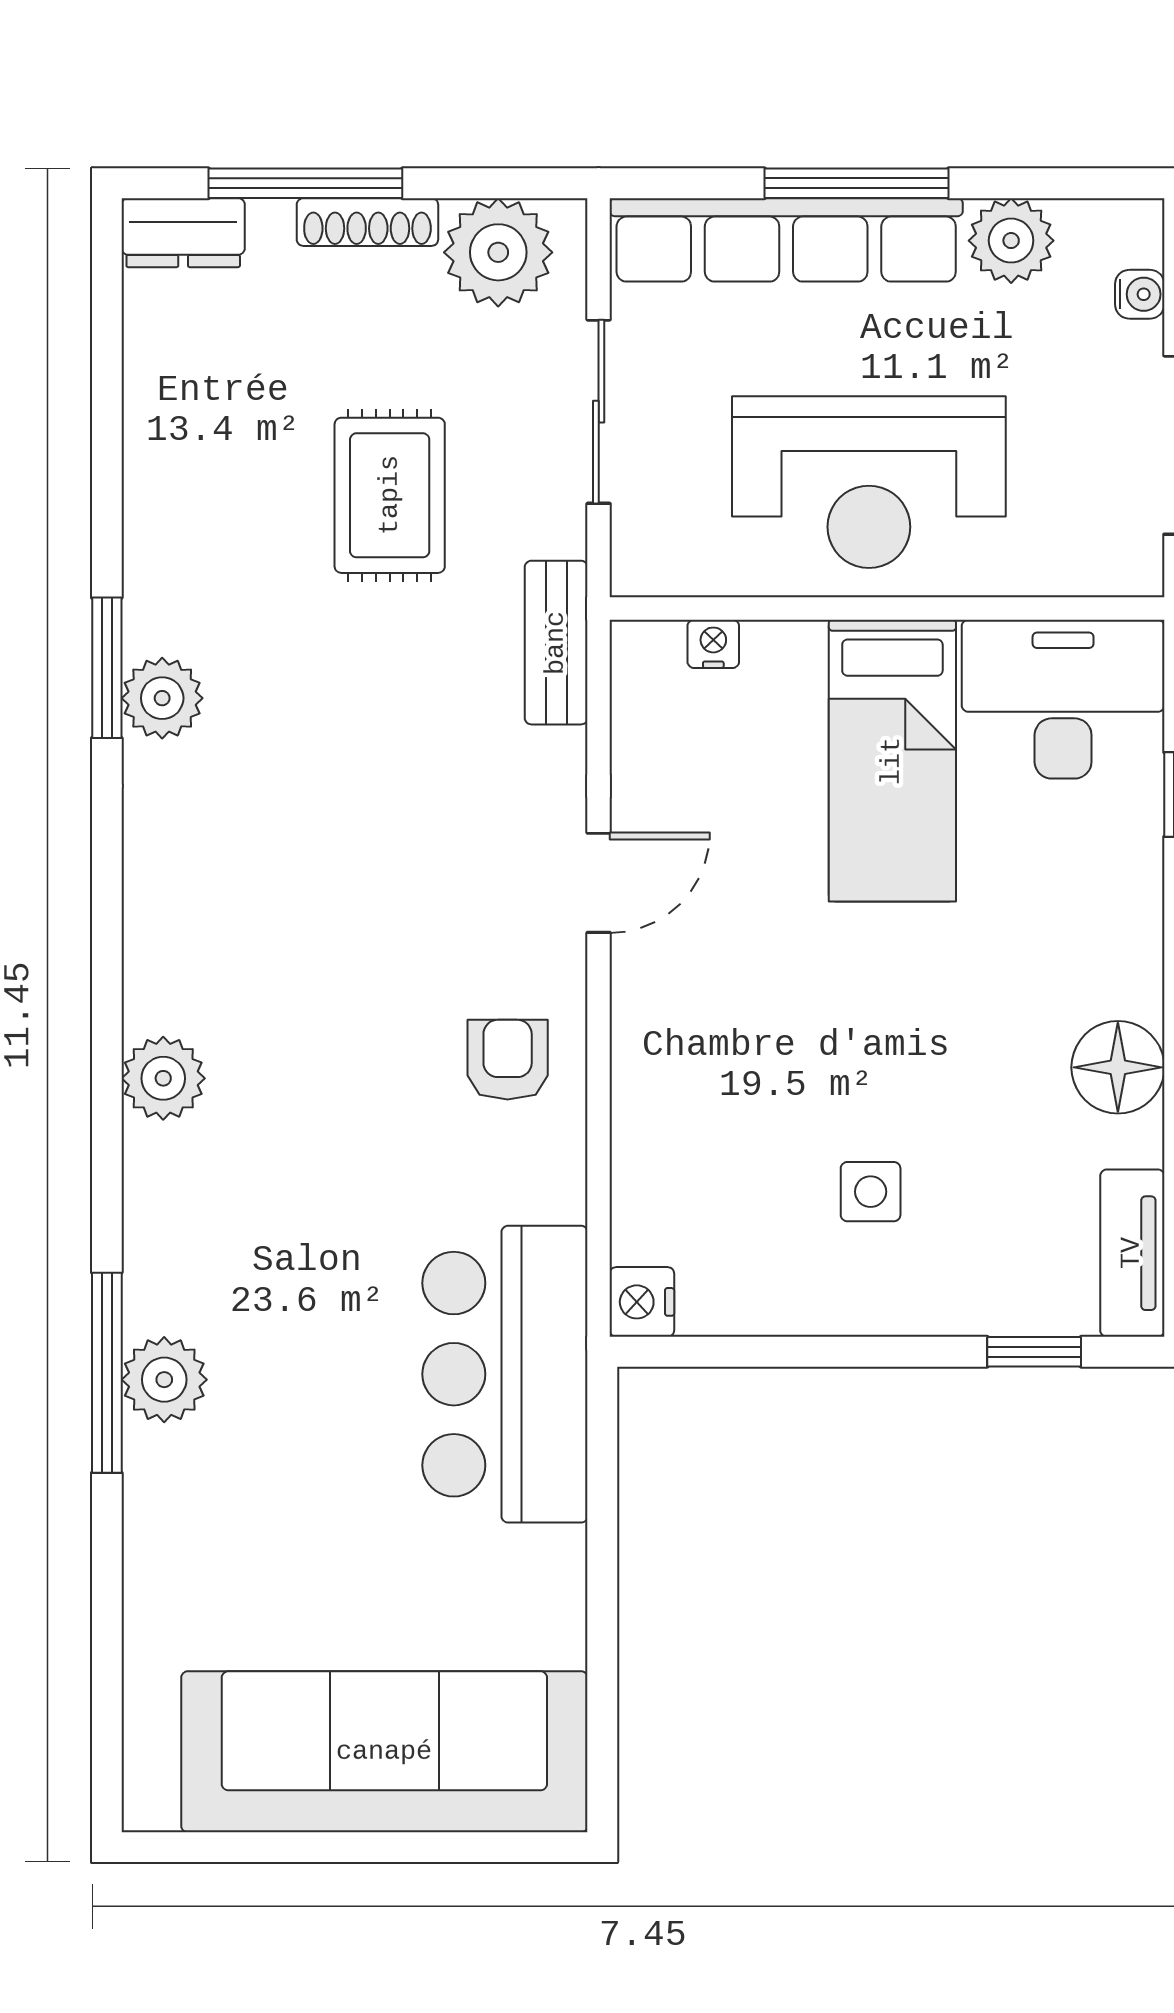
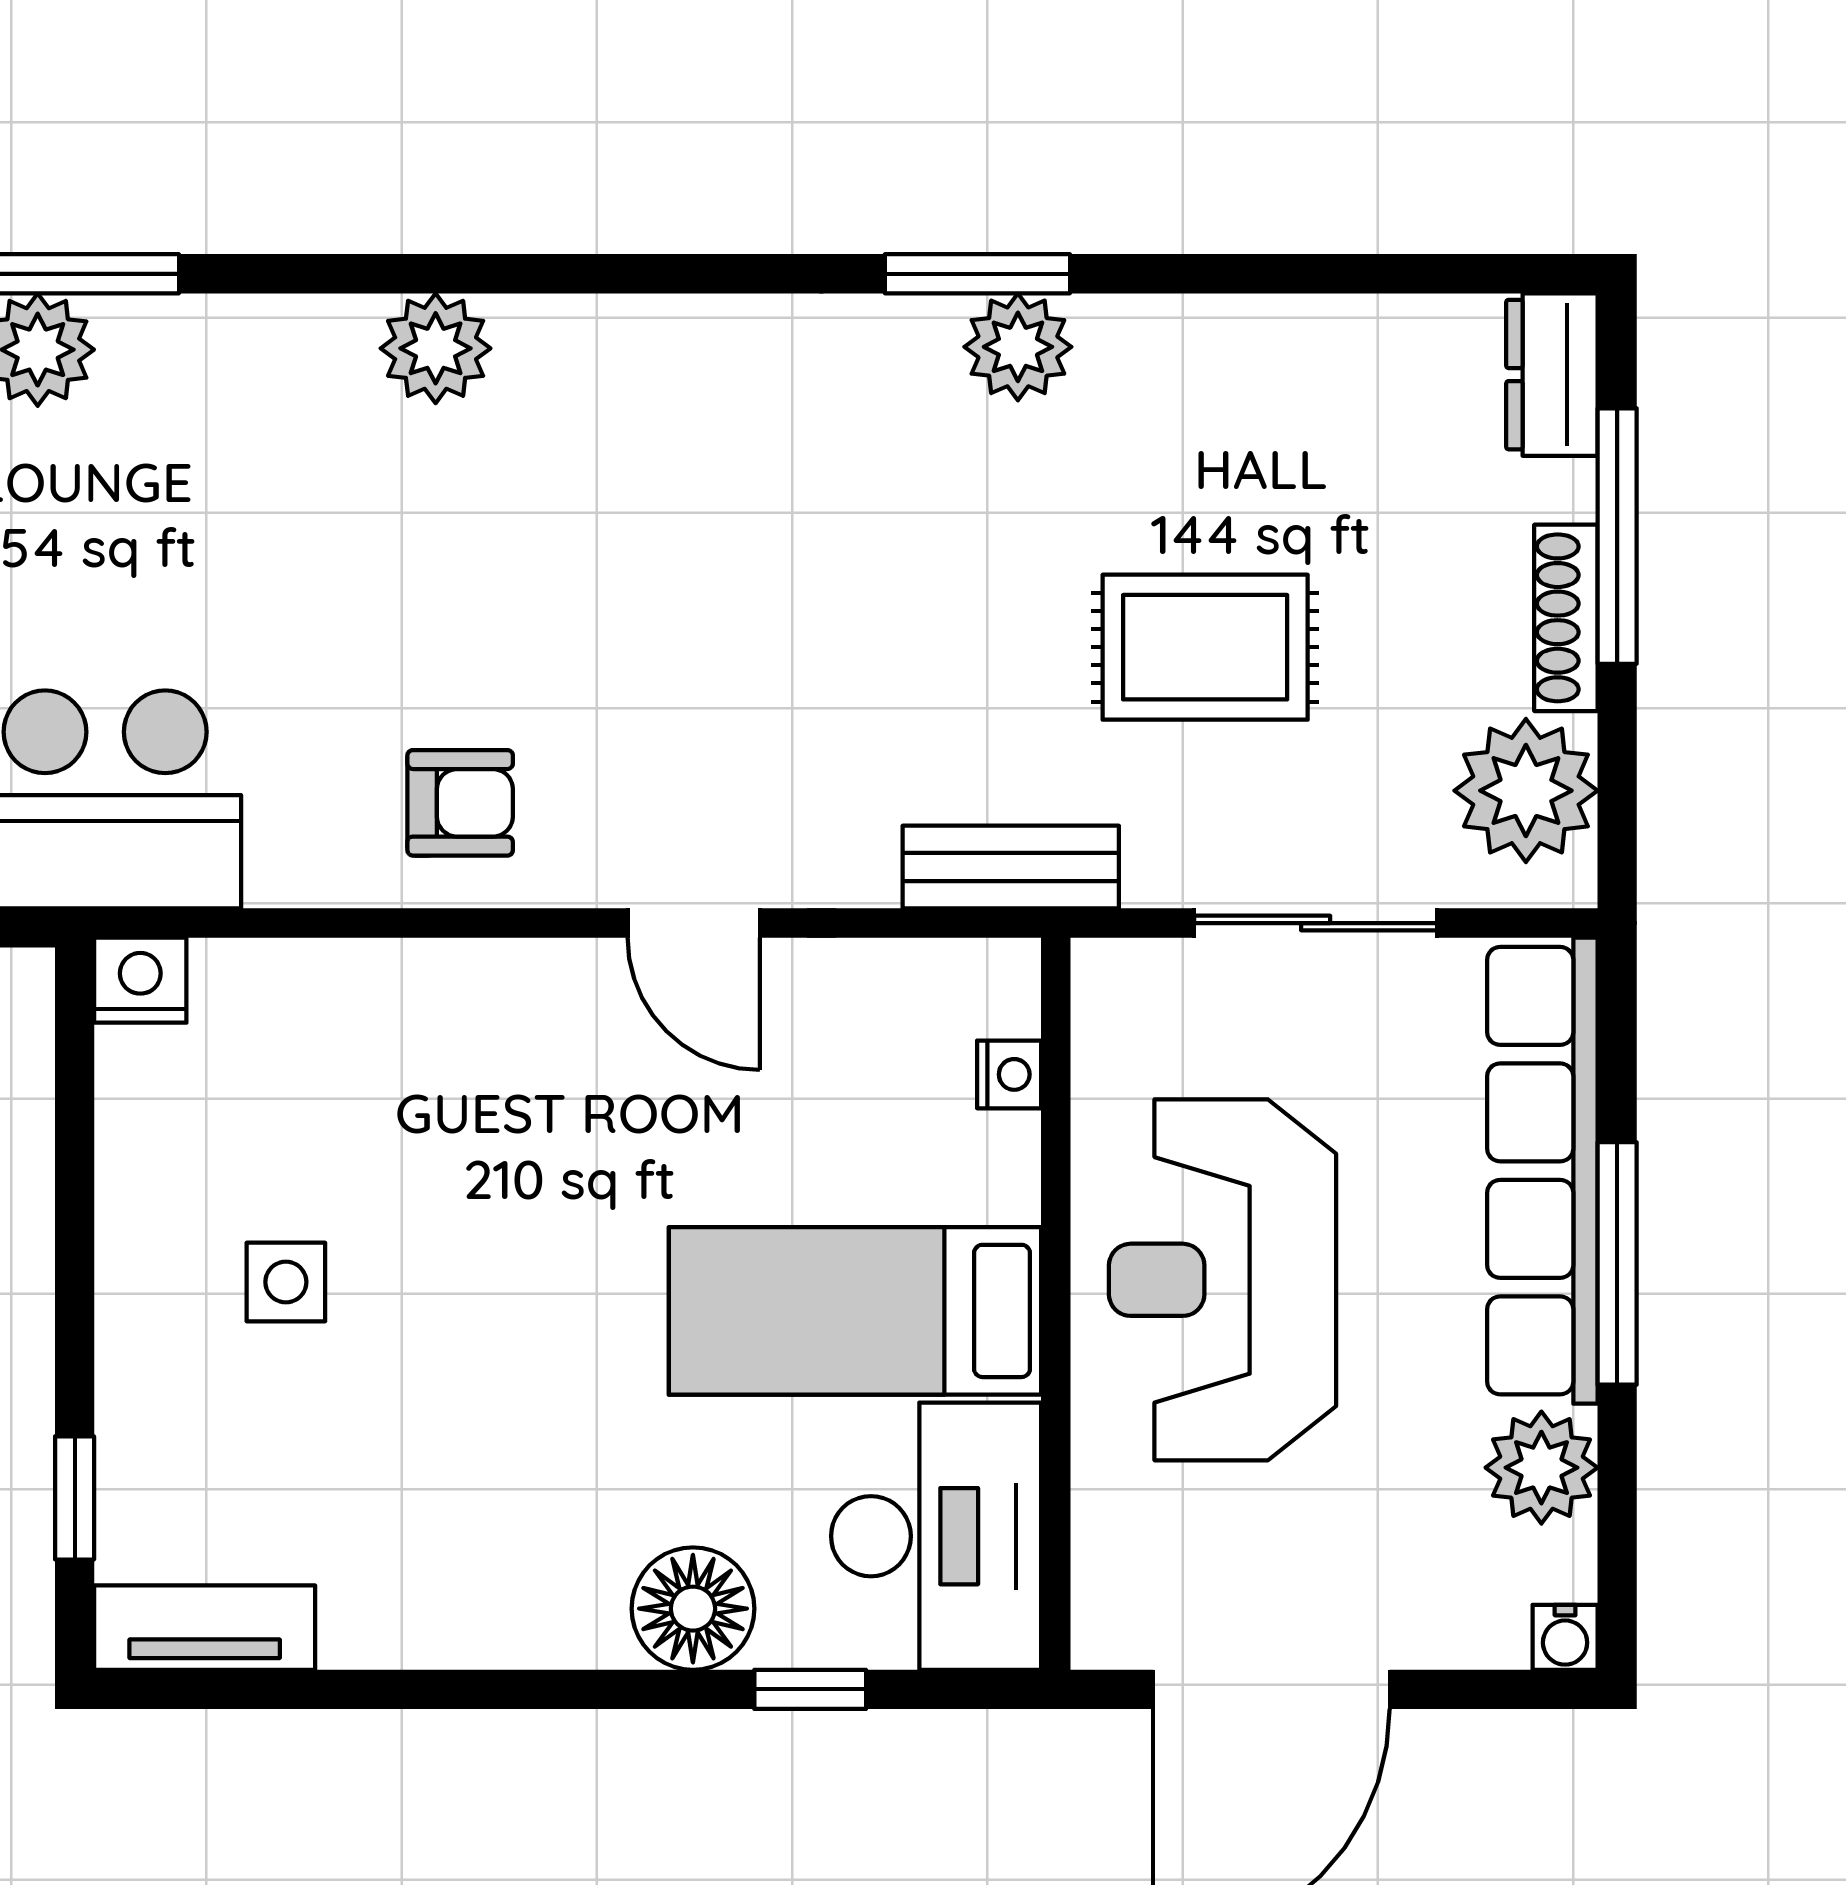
water cooler: (1140, 294) -> (1565, 1637), moved
plant: (162, 698) -> (1018, 347), moved
floor lamp: (1118, 1067) -> (693, 1609), moved

